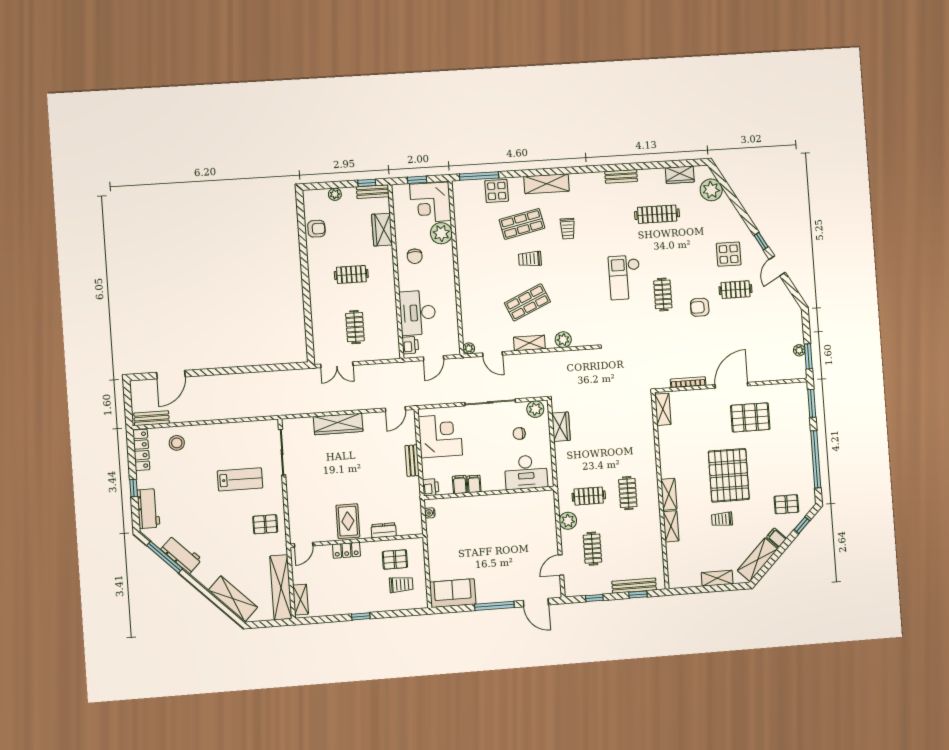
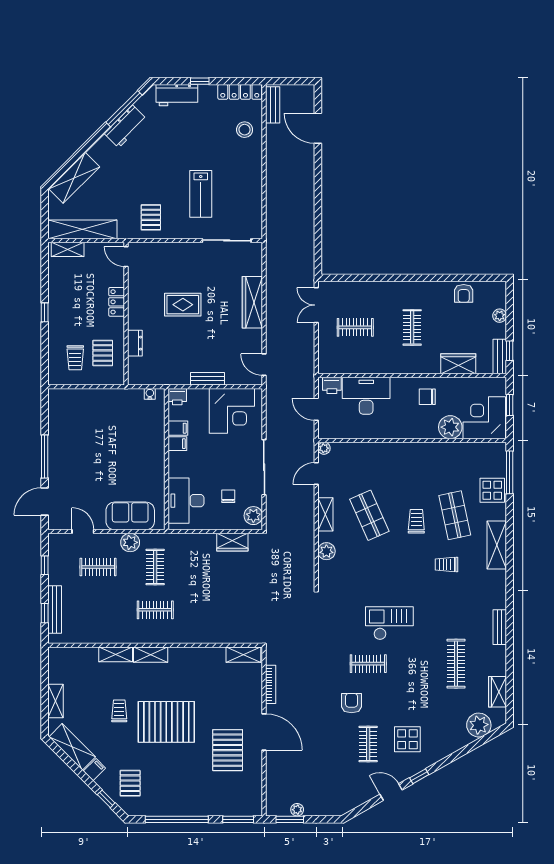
rug: (348, 521) -> (183, 305), moved
sofa: (453, 593) -> (130, 516), moved, turned -90

